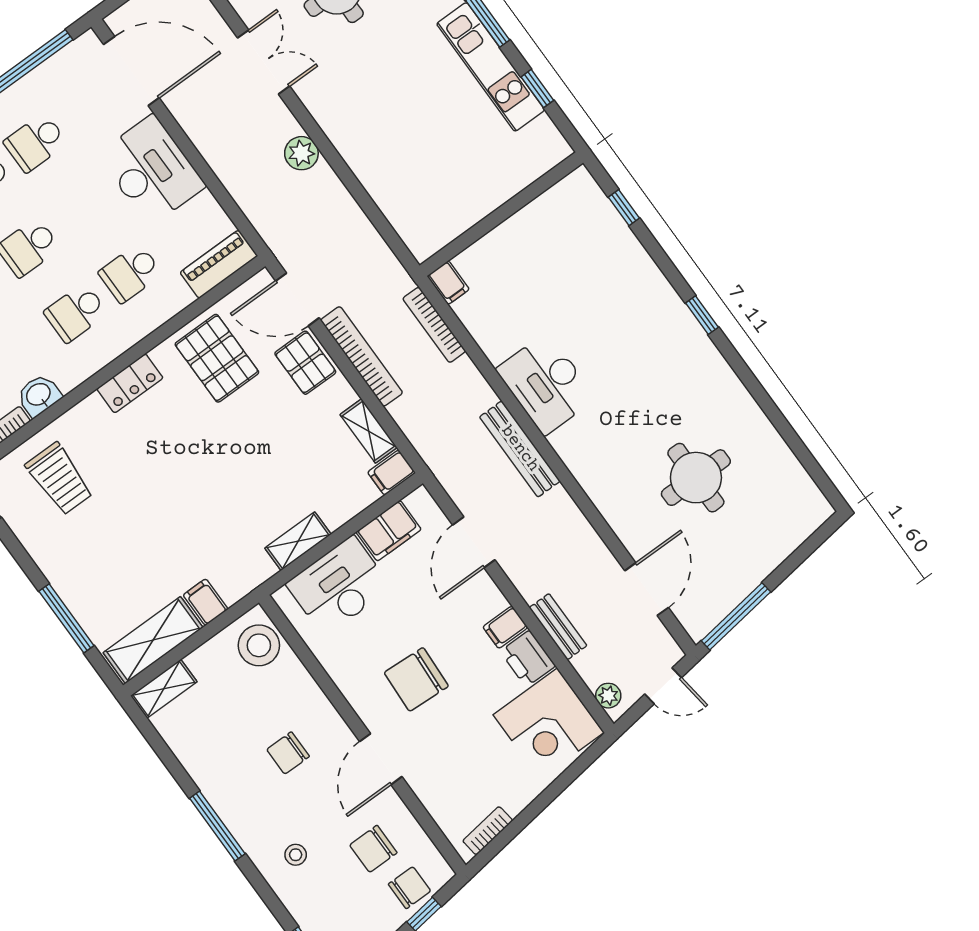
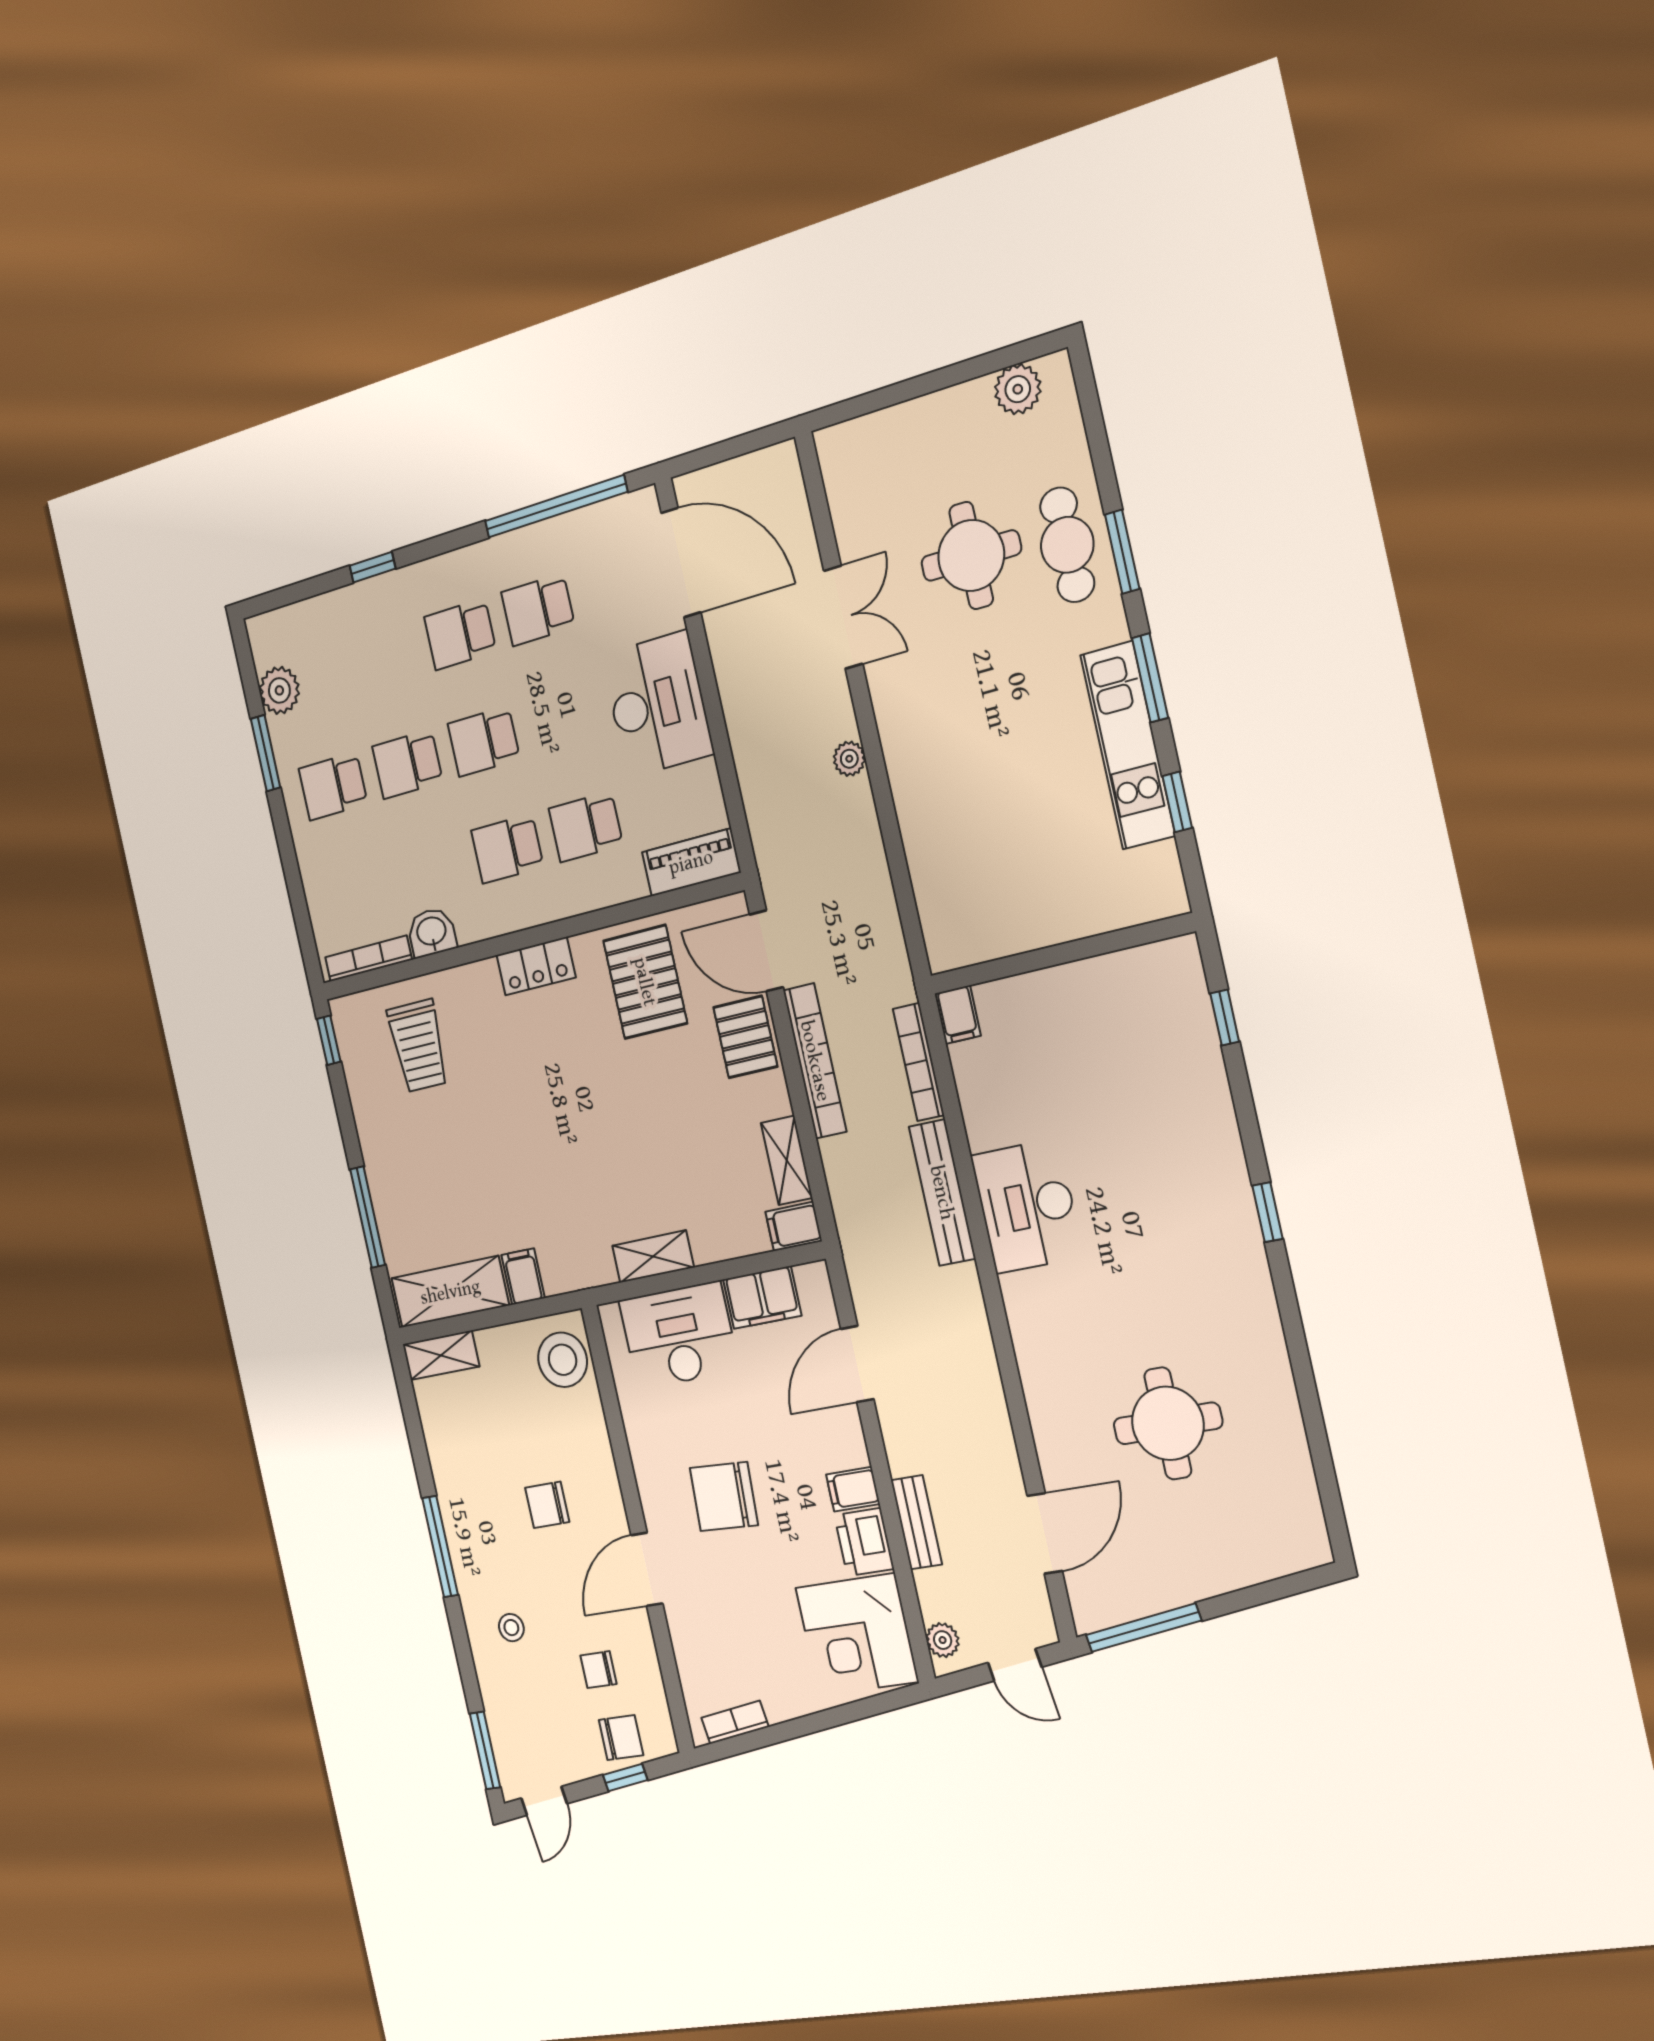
plant: (301, 153) -> (849, 759), width x0.73, depth x0.73
bench: (520, 449) -> (942, 1193), moved
chair: (373, 849) -> (598, 1670), width x0.73, depth x0.73

